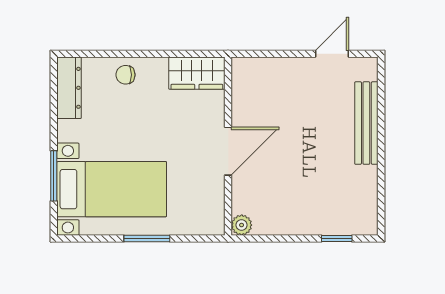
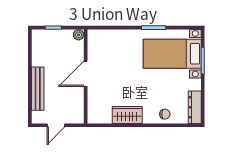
wall: (228, 146) -> (86, 76), moved
door: (228, 151) -> (86, 74), moved
plant: (242, 225) -> (79, 35), moved

